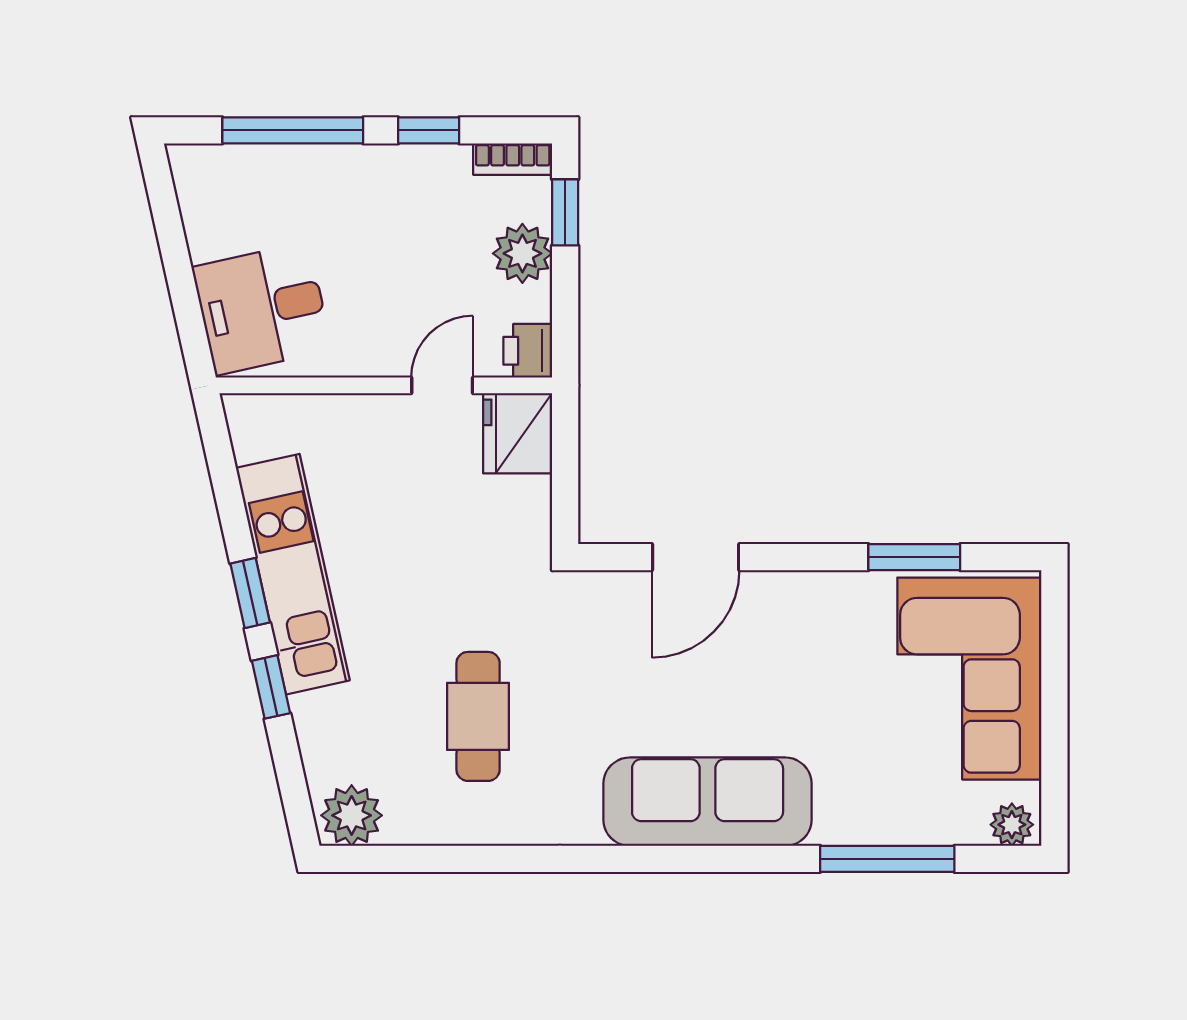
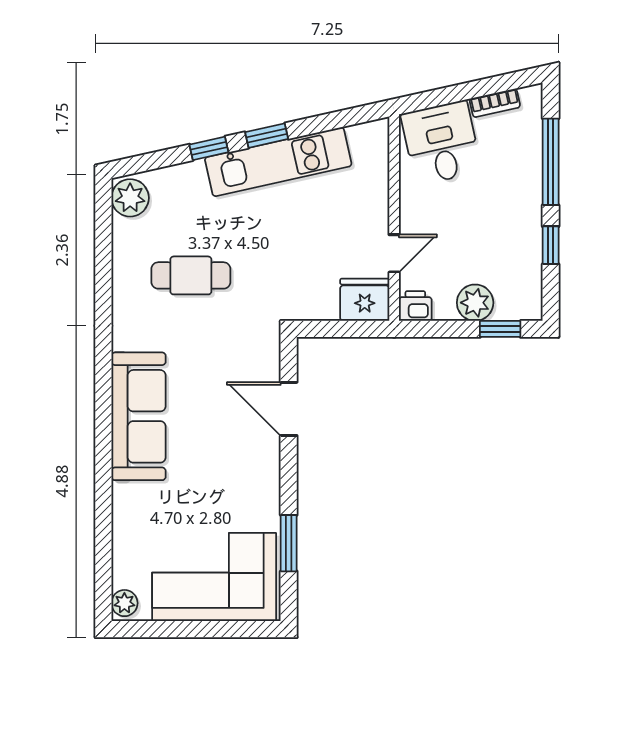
bookcase: (513, 159) -> (495, 103), moved, turned -103
door: (442, 385) -> (394, 253), hinge flipped
window: (887, 859) -> (103, 527), removed

